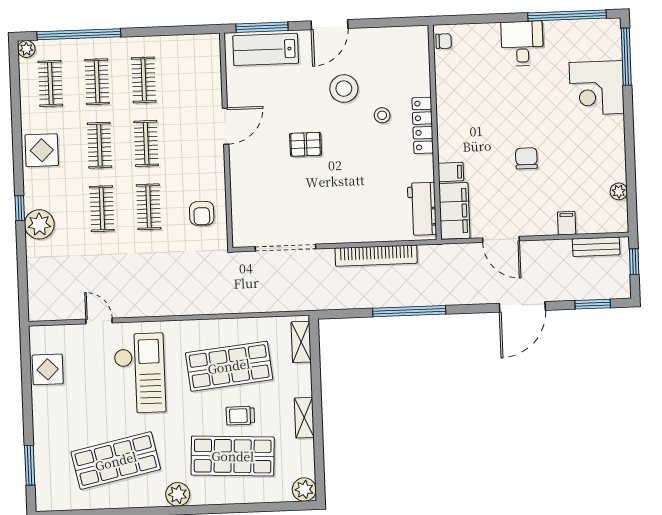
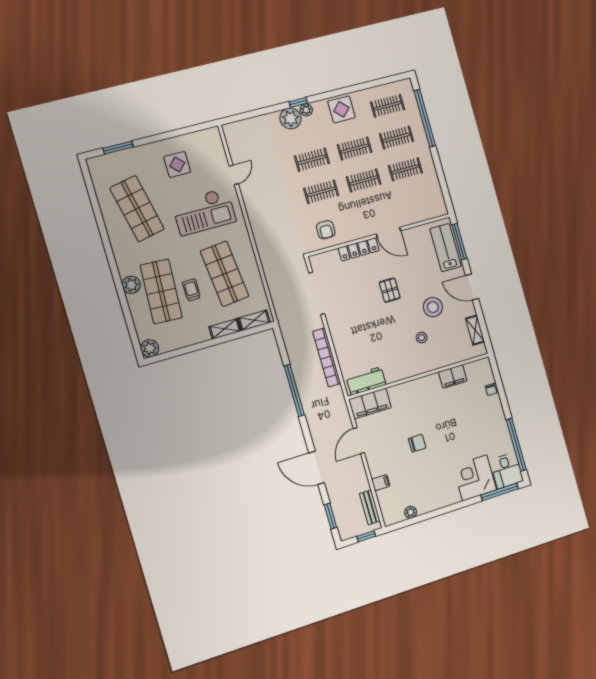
shelving: (391, 36) -> (475, 330), added
chair: (444, 41) -> (491, 389), moved
desk: (522, 44) -> (507, 471), moved, turned 90
plant: (26, 49) -> (306, 110), moved
locker: (423, 125) -> (359, 249), moved, turned 180
filing cabinet: (451, 172) -> (453, 376), moved, width x2.00
armchair: (202, 213) -> (326, 230), turned -90
display table: (48, 369) -> (177, 164), moved
shelving: (304, 418) -> (225, 329), moved
plant: (178, 494) -> (131, 285), moved

